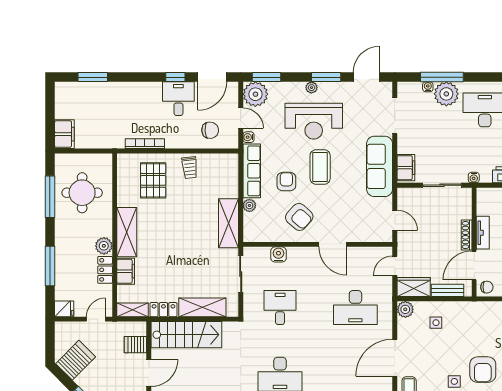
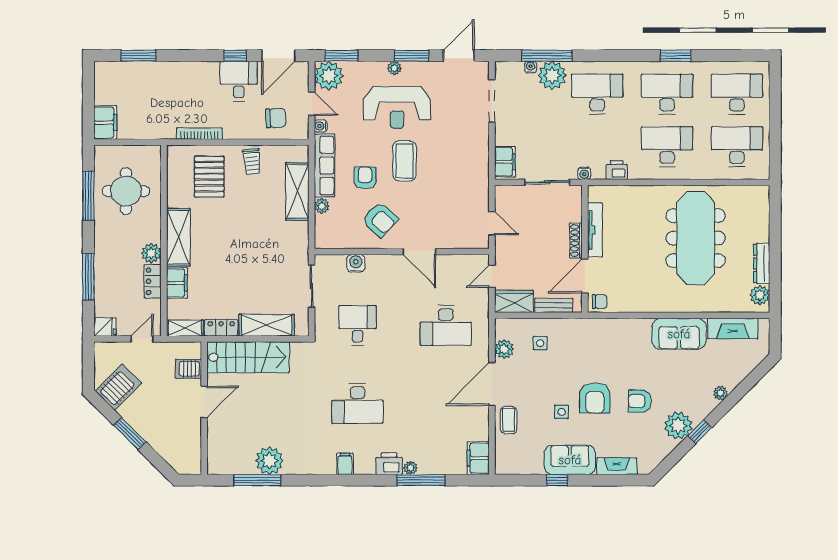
sofa: (380, 166) -> (474, 160), removed
shelving: (228, 223) -> (297, 191), moved
tv unit: (483, 233) -> (595, 230), width x1.41
plant: (405, 309) -> (504, 349), moved

